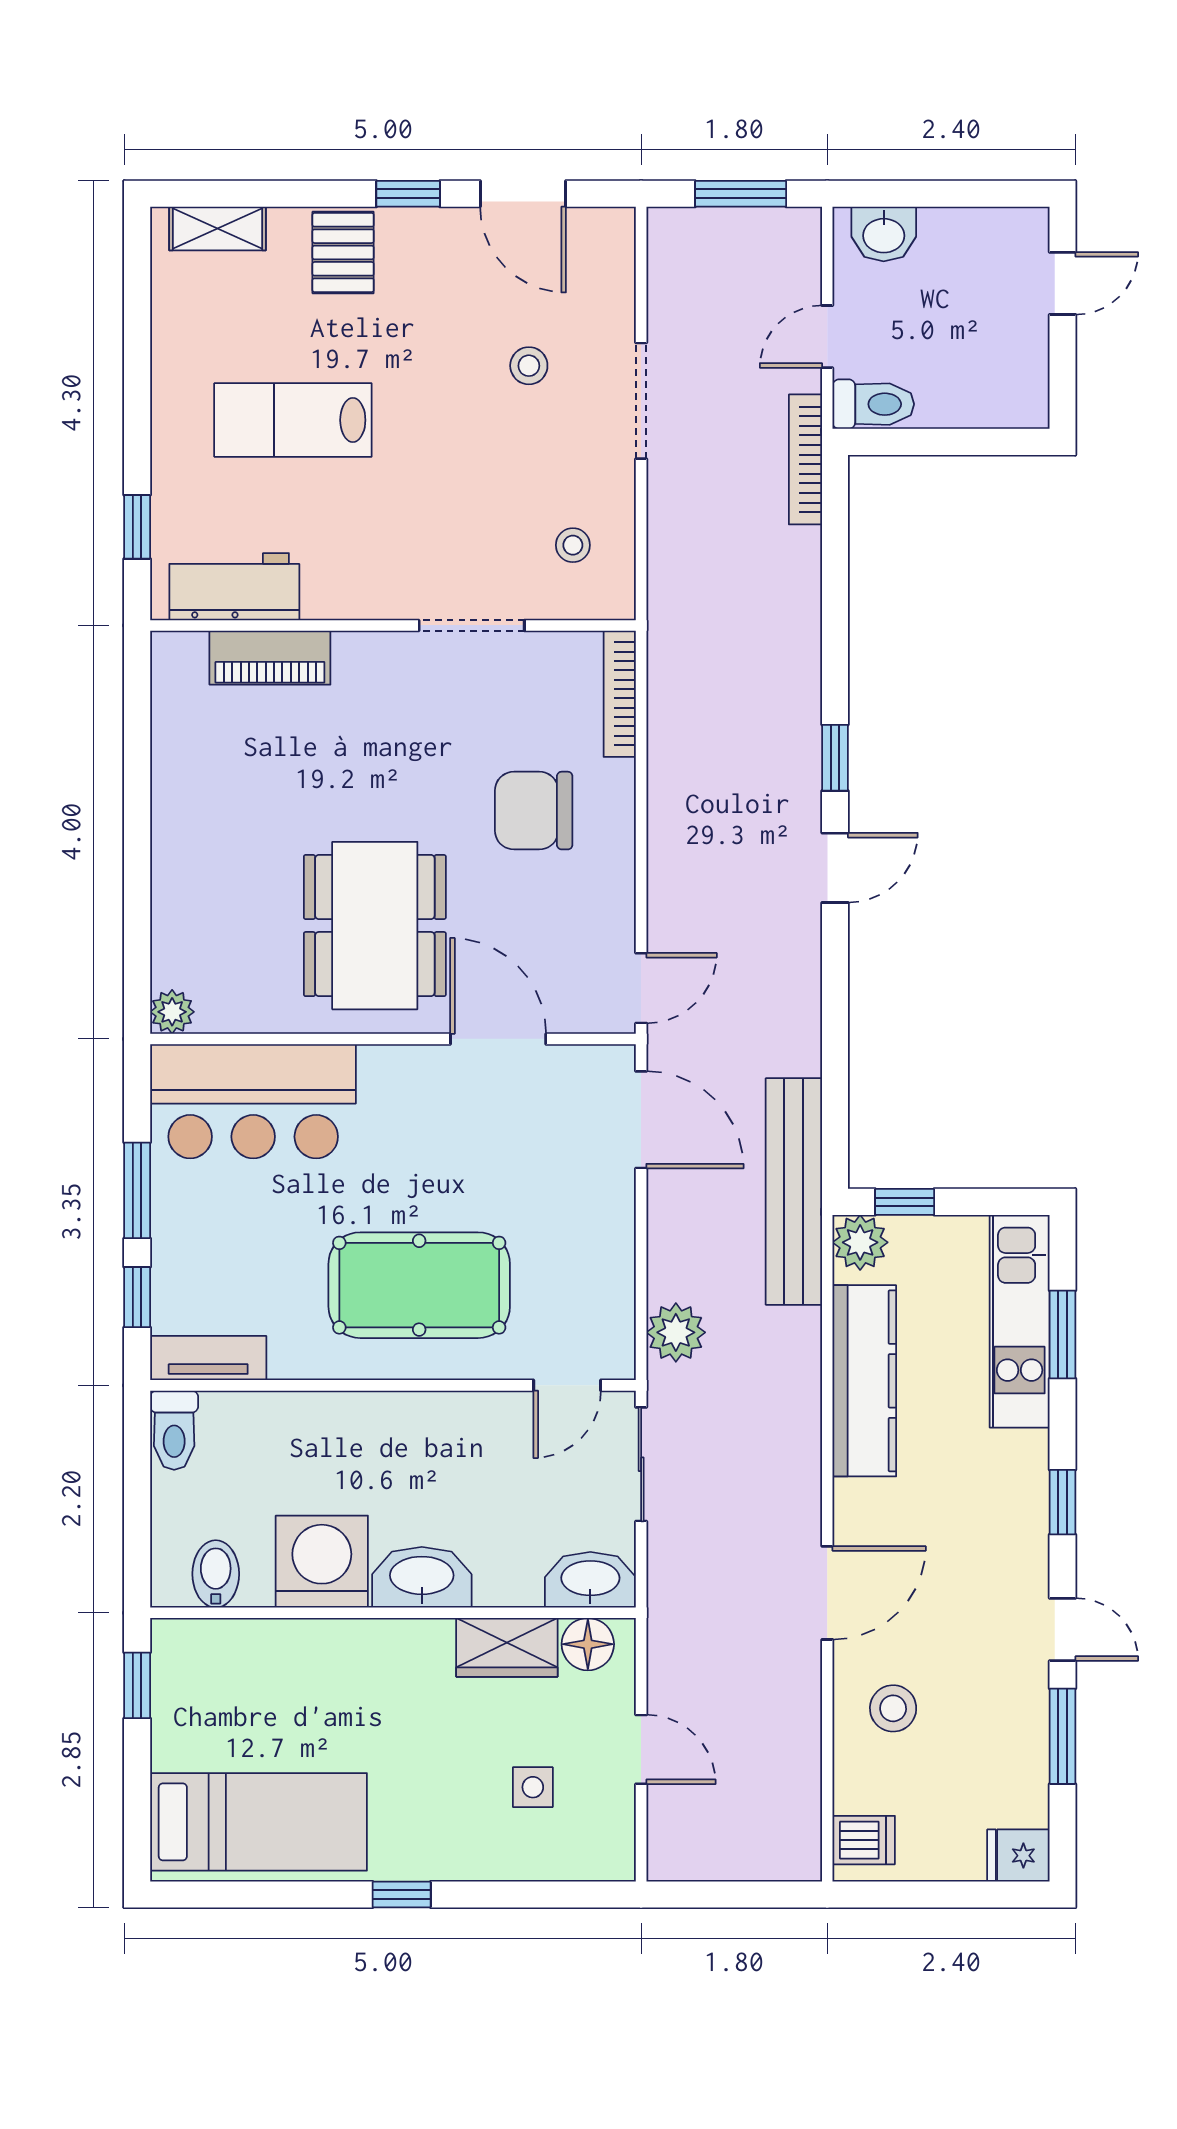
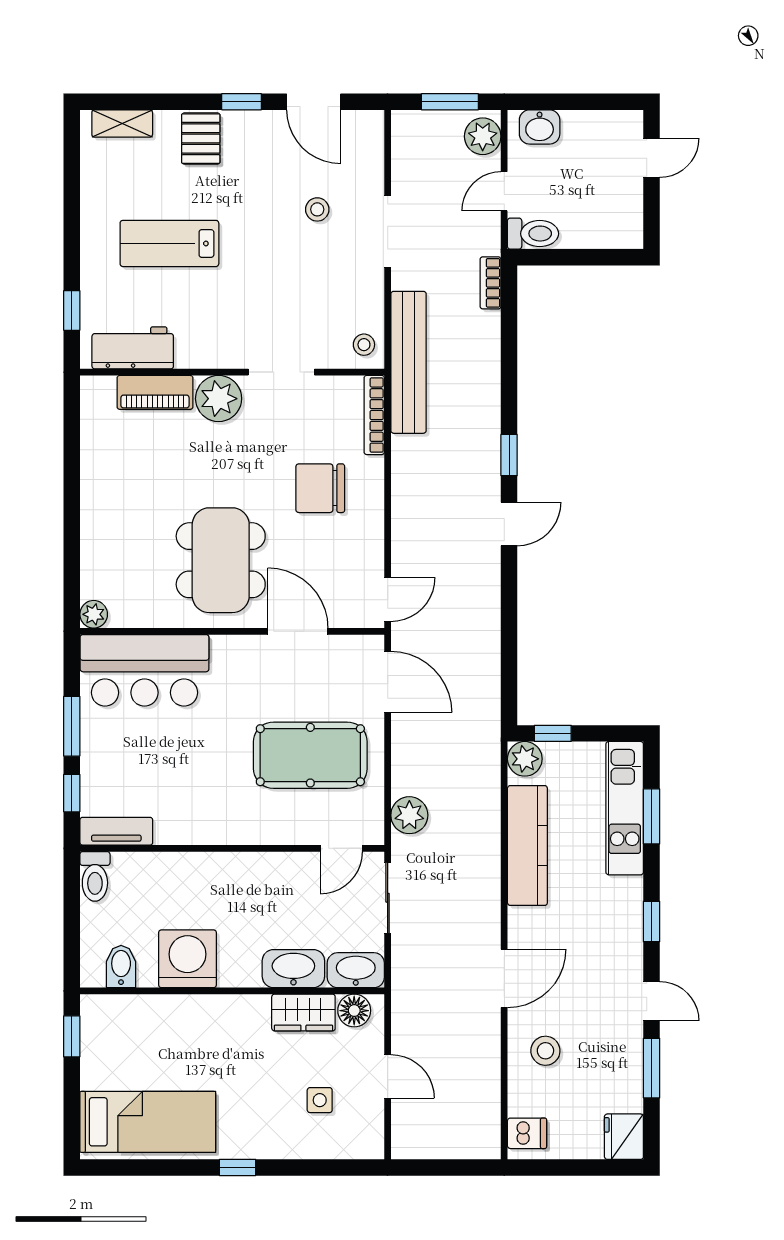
plant: (793, 249) -> (483, 136), added
bookcase: (805, 459) -> (491, 283), width x0.64
stool: (573, 545) -> (364, 345), moved
plant: (371, 667) -> (219, 399), added
bench: (794, 1191) -> (408, 362), moved
pool table: (419, 1285) -> (310, 755), moved
washbasin: (422, 1577) -> (293, 969), moved
fridge: (1018, 1856) -> (624, 1137), width x1.38

